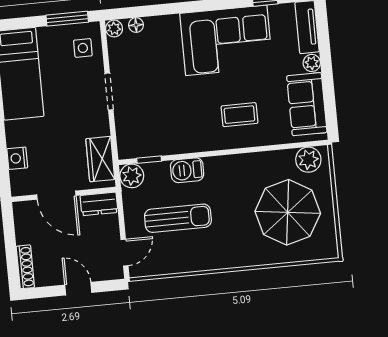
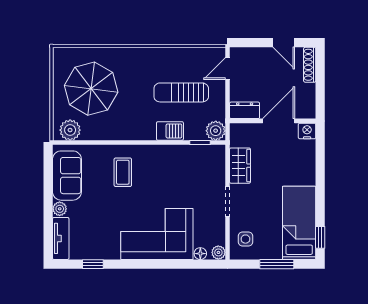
window: (67, 19) -> (277, 264), moved
corner sofa: (226, 40) -> (157, 234), moved
coffee table: (239, 115) -> (123, 172), turned 90
nightstand: (17, 158) -> (307, 131), moved, turned -90
wardrobe: (100, 159) -> (240, 166), moved
door: (56, 195) -> (279, 121), hinge flipped
door: (78, 289) -> (284, 43), moved

